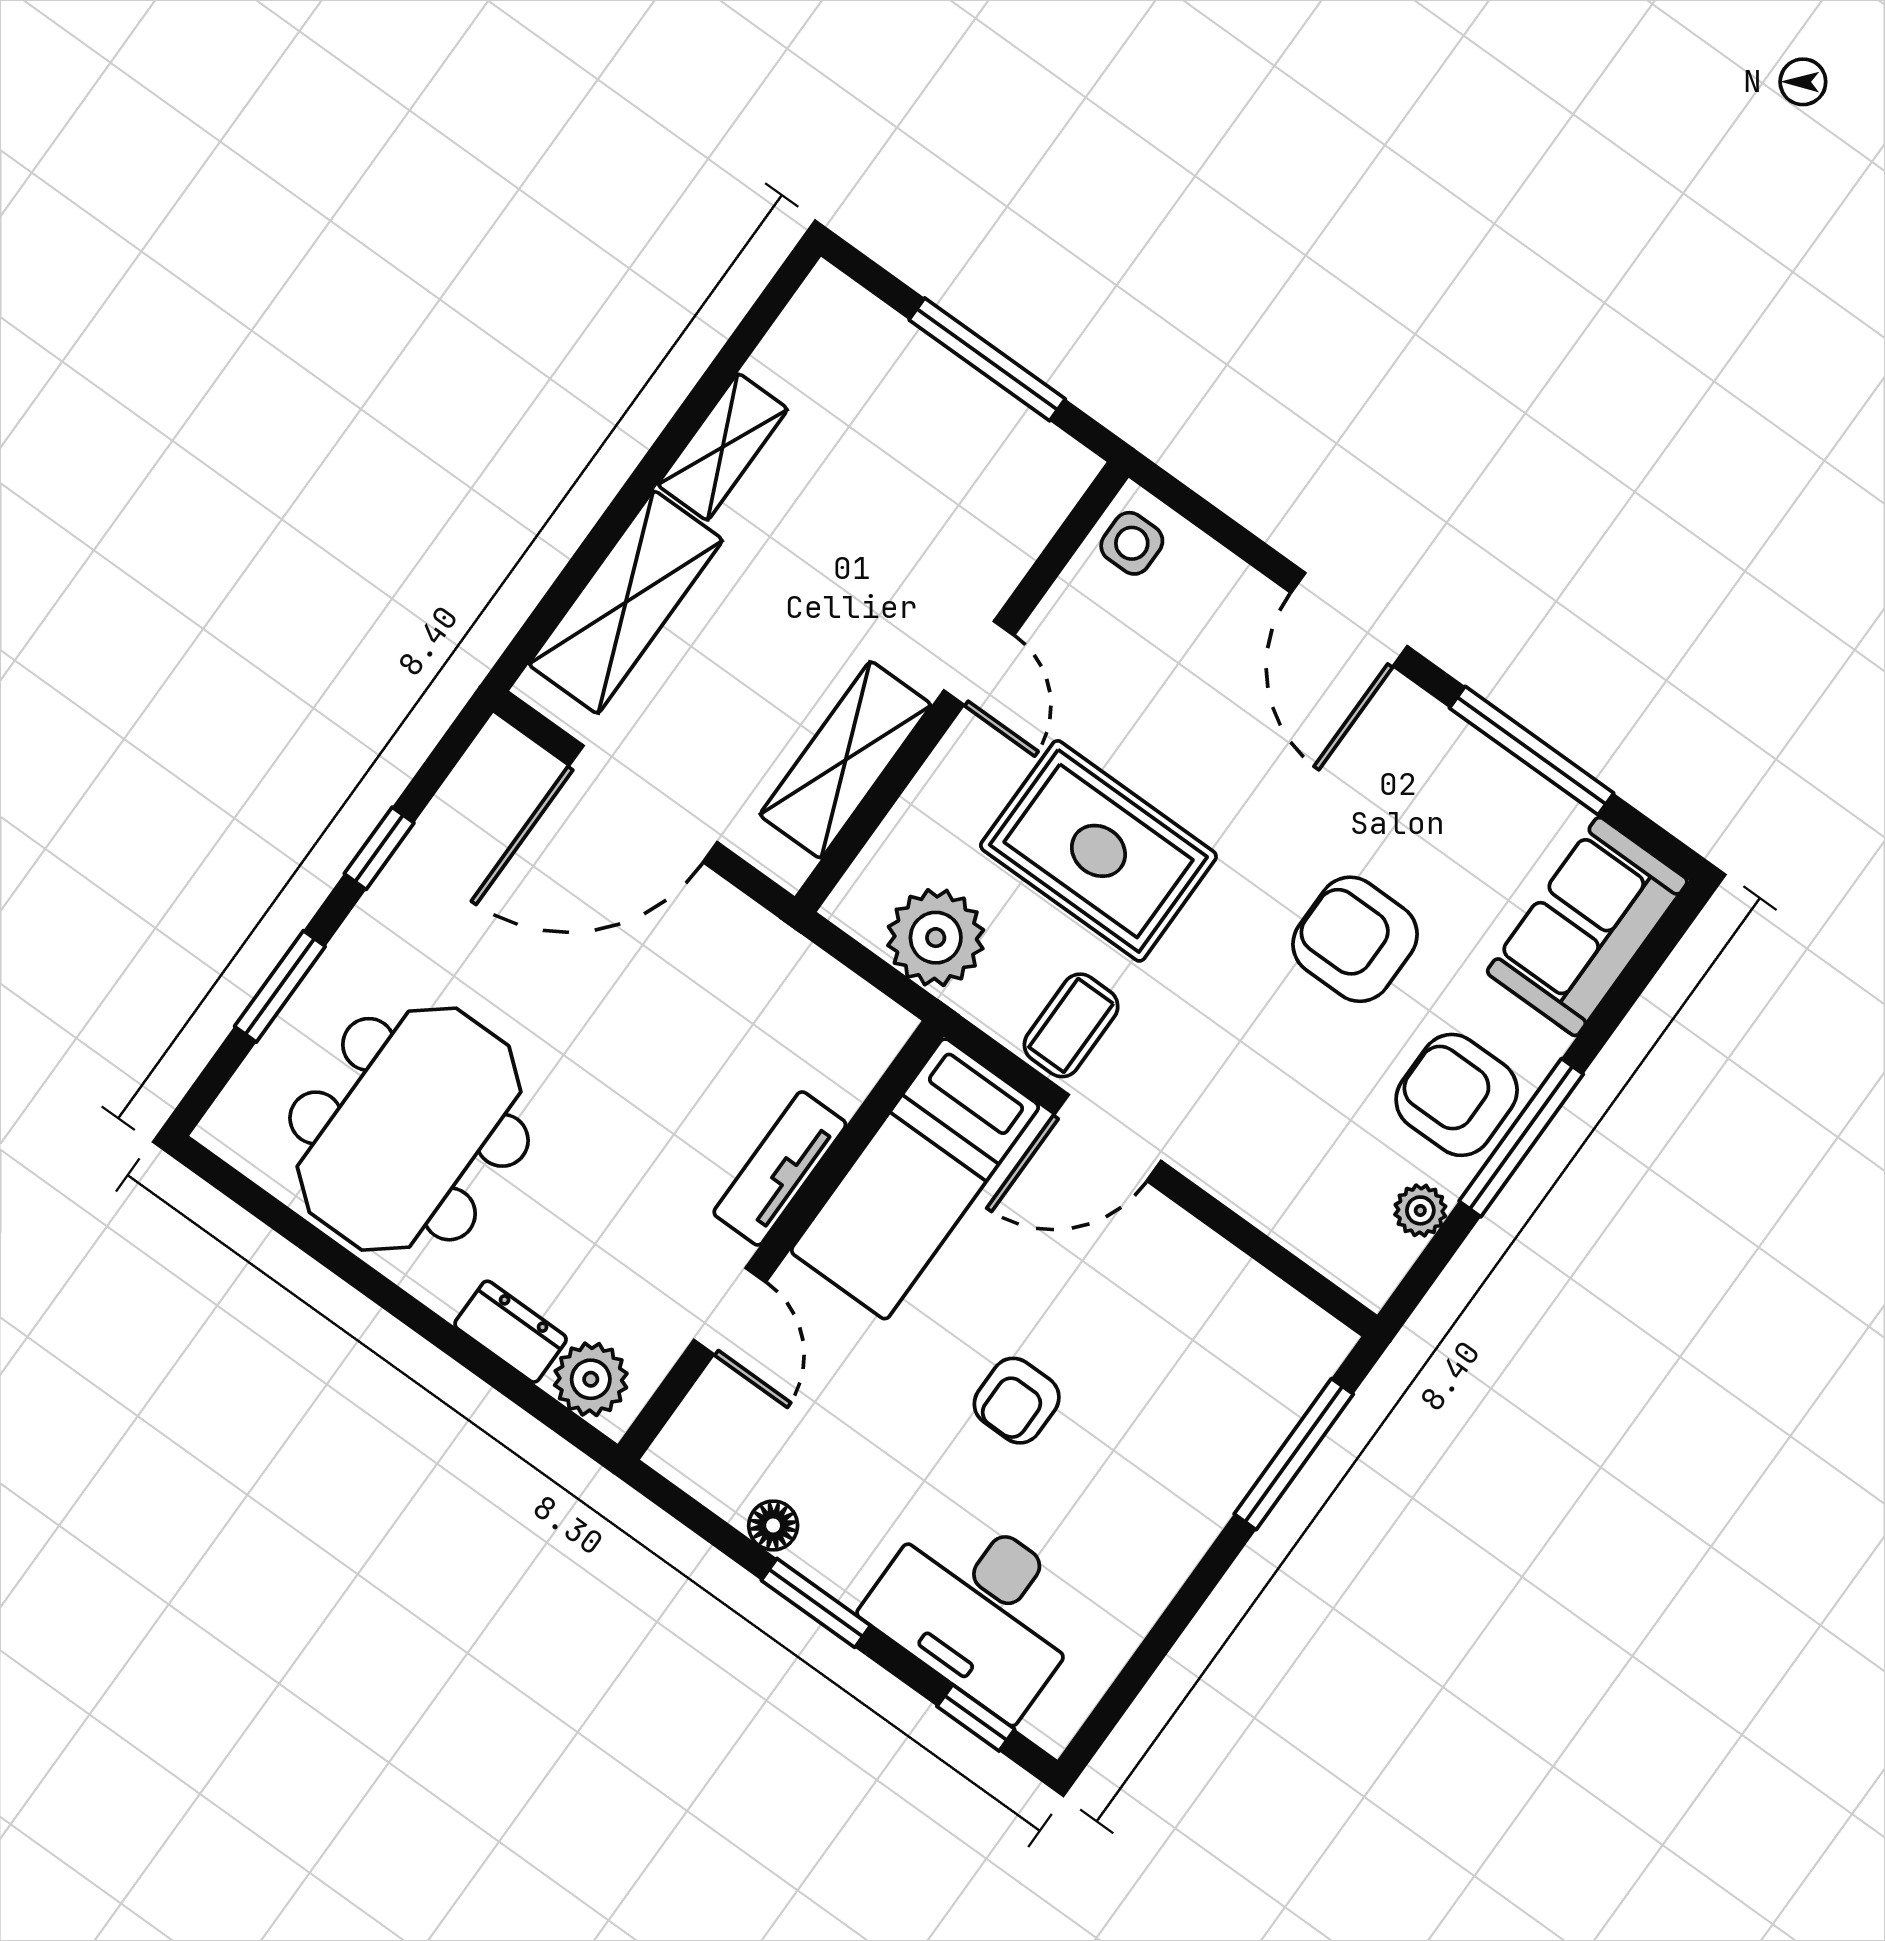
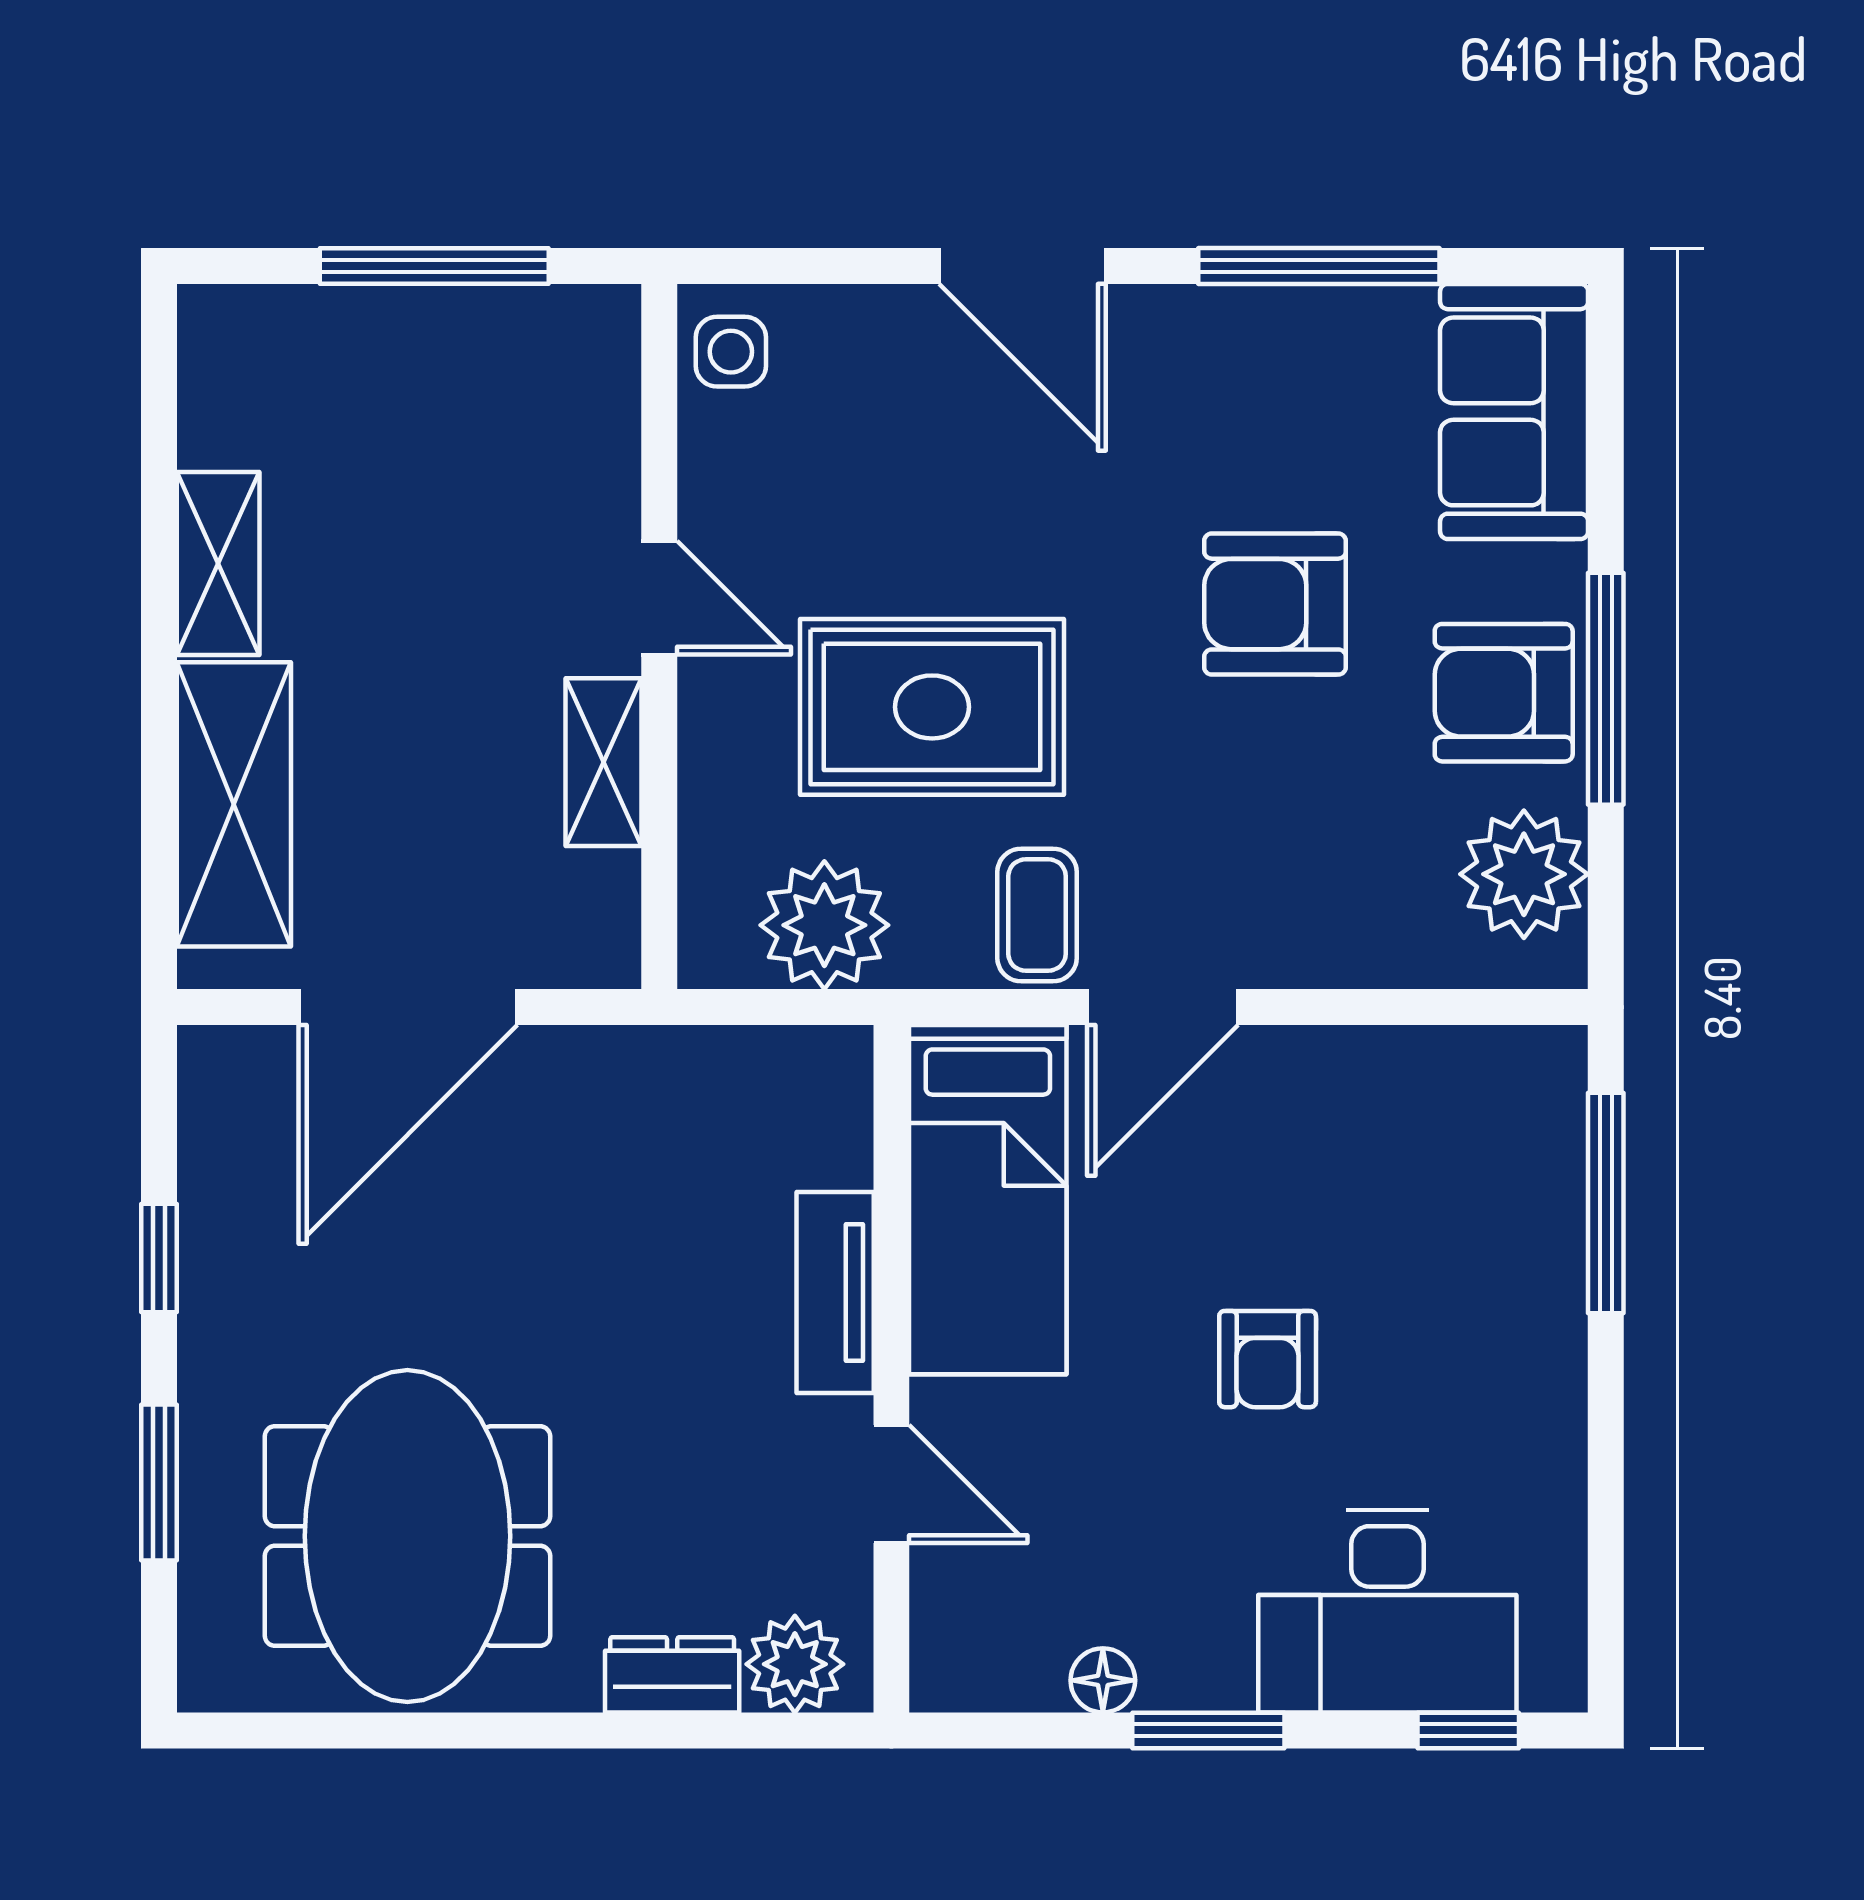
shelving: (846, 760) -> (604, 762), width x0.67, depth x0.75
plant: (1420, 1210) -> (1524, 874), width x1.88, depth x1.88

